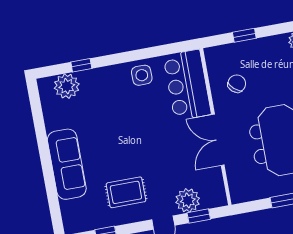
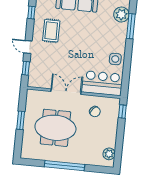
window: (244, 35) -> (122, 111), moved
window: (81, 65) -> (131, 26), width x2.17
plant: (188, 200) -> (37, 65), removed

